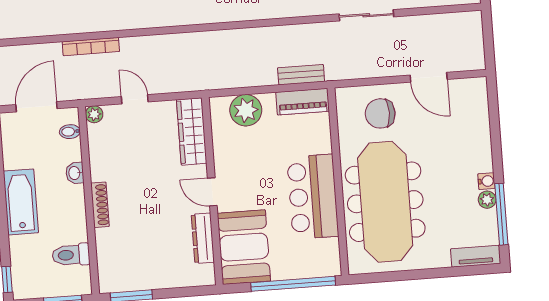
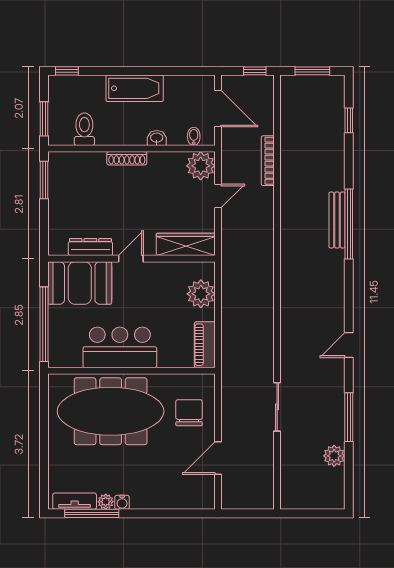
bench: (301, 75) -> (229, 345), removed
plant: (94, 114) -> (201, 166), width x1.88, depth x1.88
tv unit: (476, 256) -> (75, 501), moved, turned -90

